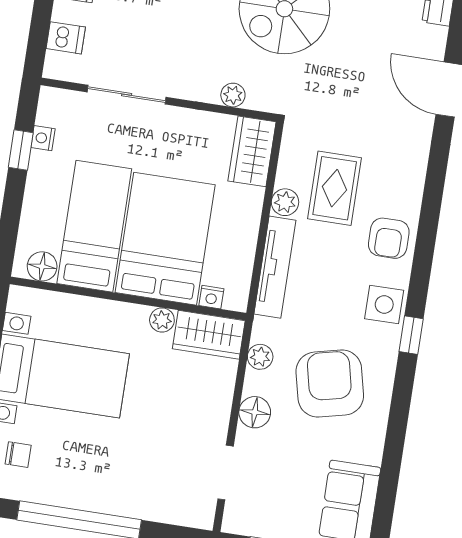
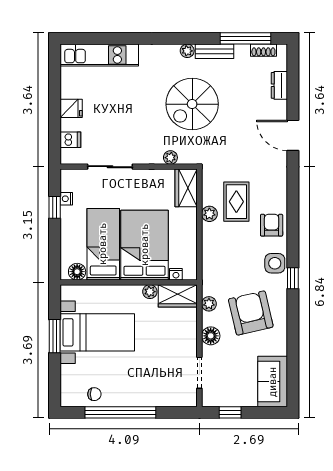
armchair: (389, 238) -> (272, 225), turned 180
tv unit: (275, 267) -> (209, 252), removed
chair: (18, 455) -> (94, 394), moved

